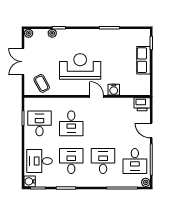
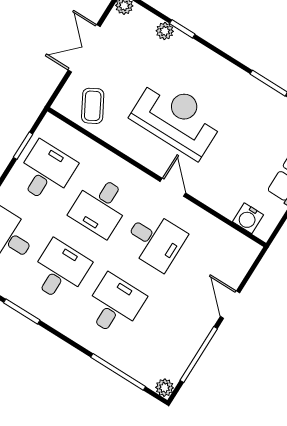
water cooler: (114, 90) -> (248, 218), moved
printer: (142, 104) -> (243, 250), removed
desk: (135, 161) -> (155, 240), moved, turned -90

